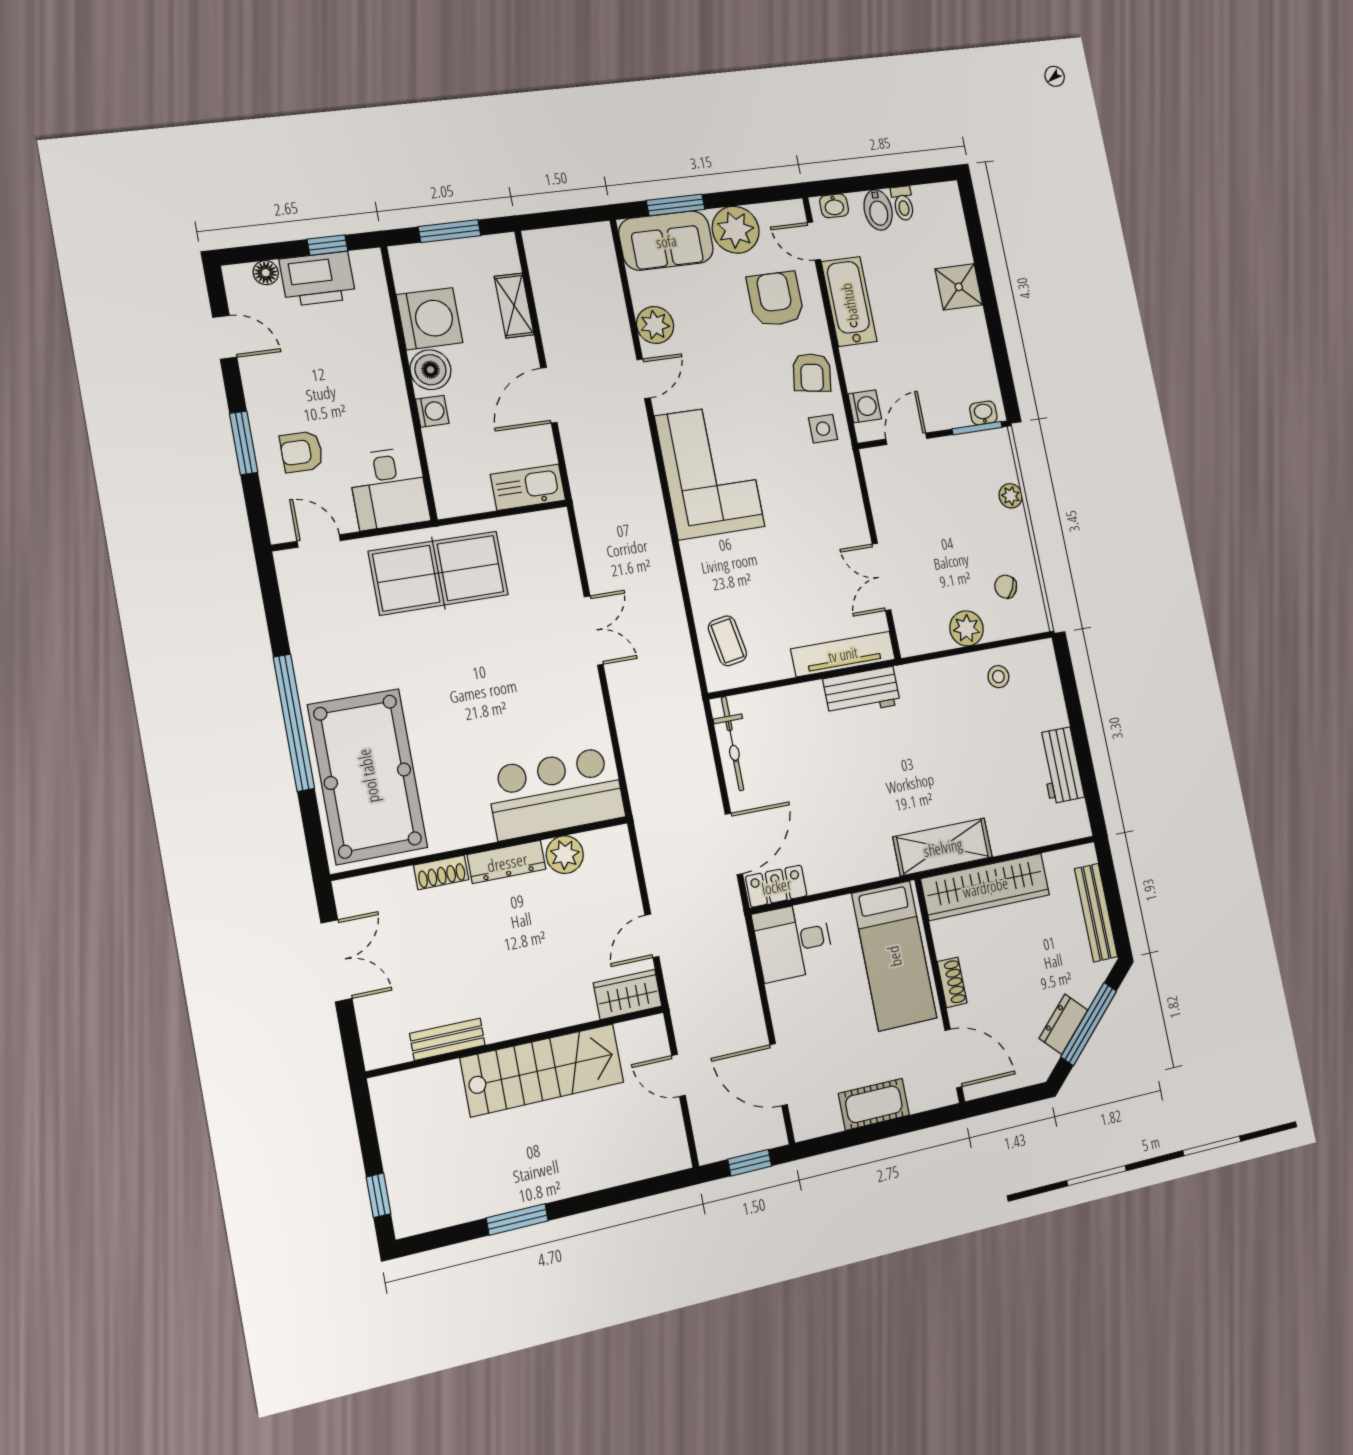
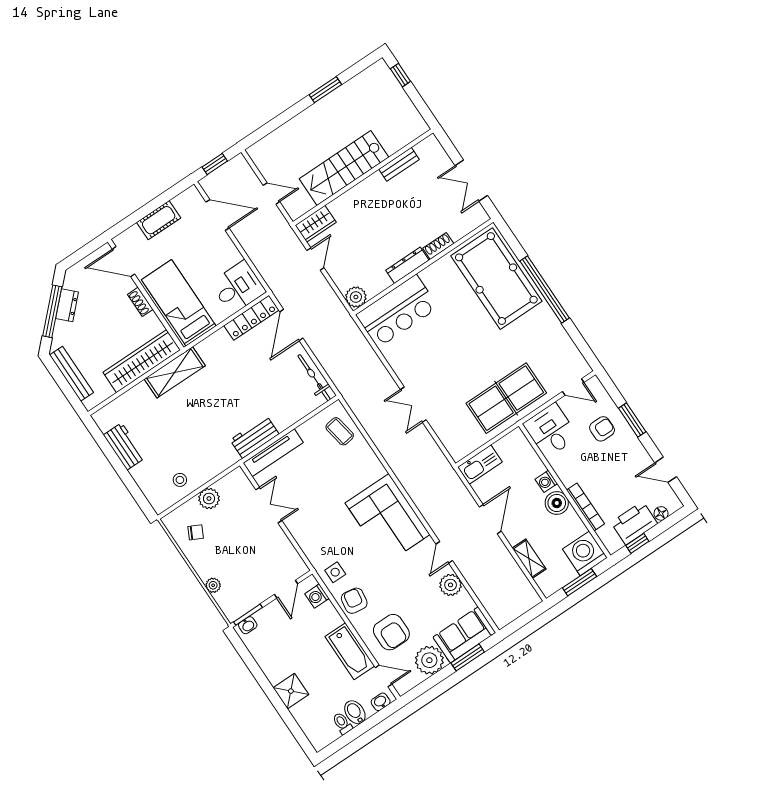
washing machine: (429, 319) -> (585, 553), moved, turned 90
bookcase: (386, 342) -> (585, 507), added
plant: (565, 855) -> (356, 297), moved
locker: (776, 886) -> (251, 318), width x1.53

